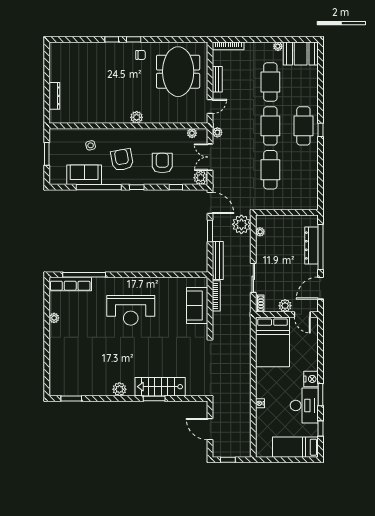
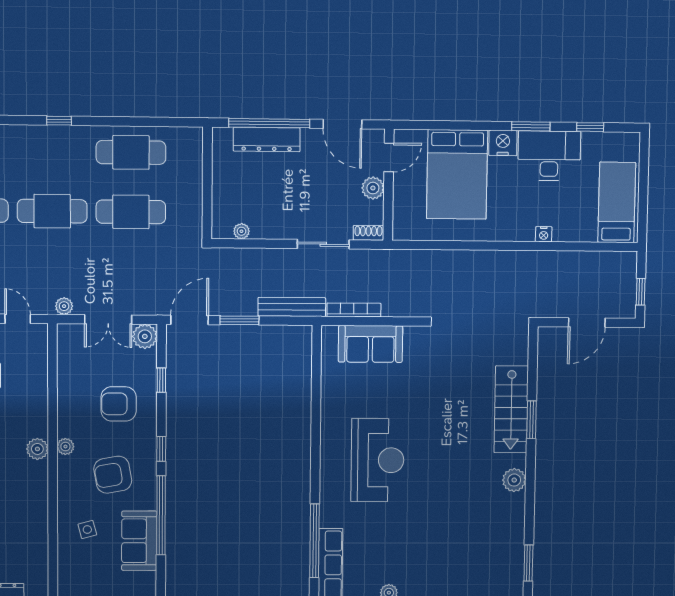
cafe table: (303, 126) -> (131, 152), moved
plant: (192, 133) -> (65, 446), moved
plant: (241, 224) -> (228, 264), removed
bed: (273, 342) -> (457, 174), moved, turned 90
bed: (295, 447) -> (617, 202), moved, turned 180

